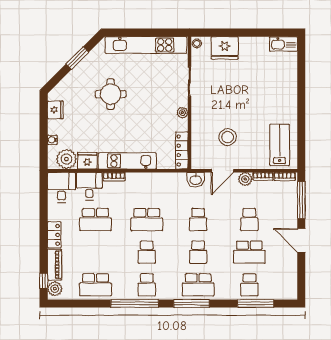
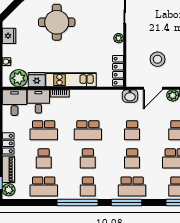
round table: (111, 94) -> (57, 22), width x1.36, depth x1.36
school desk: (95, 252) -> (44, 158), added

